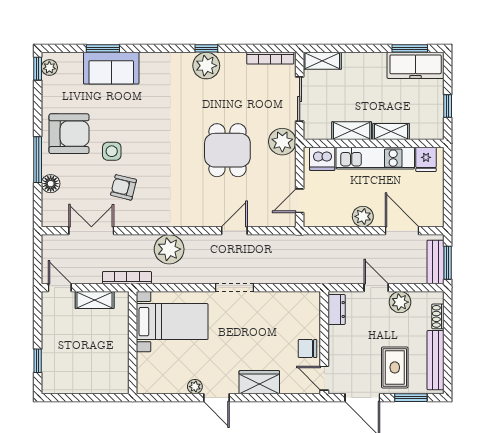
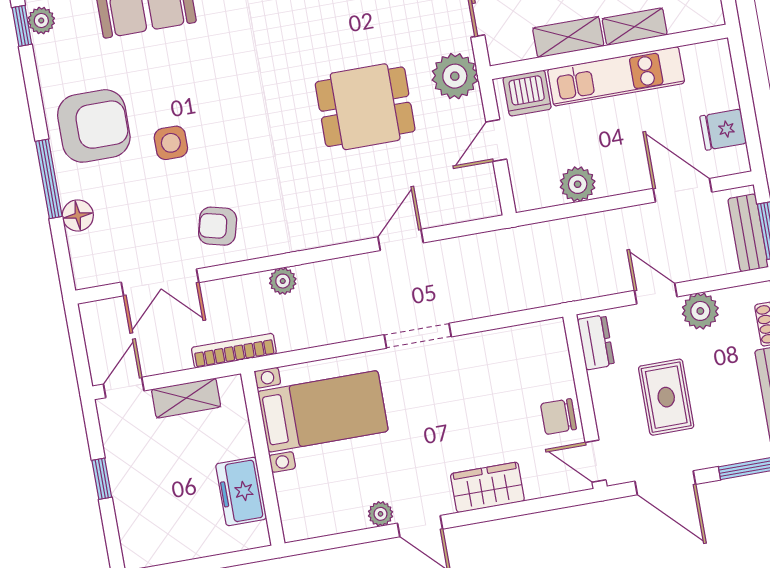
dining table: (227, 150) -> (365, 107), turned 90
fridge: (426, 159) -> (723, 130), moved, turned 90
armchair: (123, 187) -> (218, 226), moved
door: (300, 201) -> (496, 141), moved
plant: (363, 216) -> (578, 184), moved
double door: (91, 231) -> (160, 282), swing flipped
plant: (169, 249) -> (283, 281), width x0.53, depth x0.53
door: (60, 288) -> (124, 387), hinge flipped
freezer: (117, 359) -> (241, 491), added
window: (38, 361) -> (102, 479), moved
rug: (395, 367) -> (666, 397), moved

